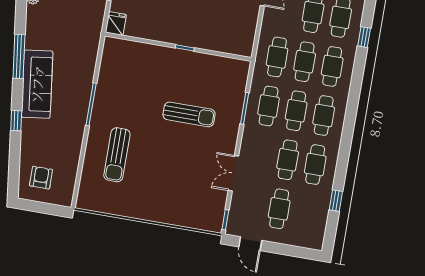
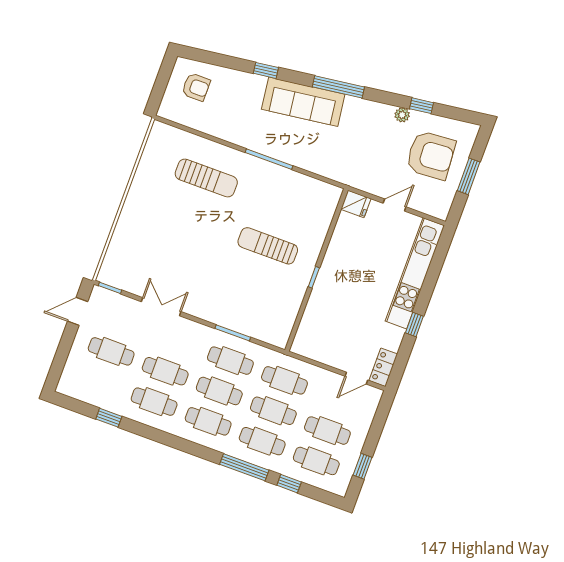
window: (357, 78) -> (244, 467), added
sun lounger: (189, 114) -> (268, 246), moved, turned 90
sun lounger: (117, 155) -> (206, 178), turned 180

